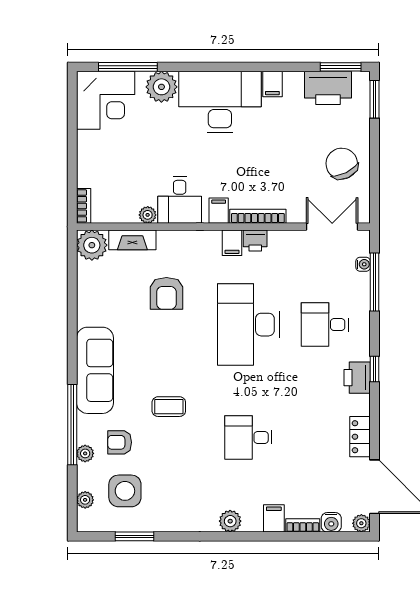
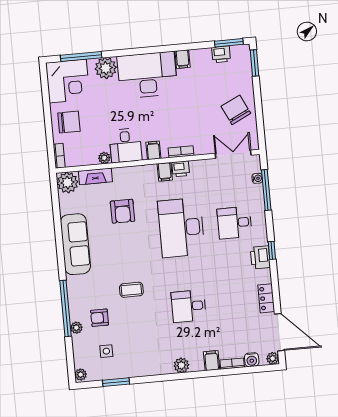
printer: (328, 88) -> (221, 54), width x0.53, depth x0.68
chair: (102, 159) -> (69, 122), added
bookcase: (258, 216) -> (181, 152), width x0.64
sofa: (95, 370) -> (75, 244), moved
side table: (125, 491) -> (106, 351), width x0.54, depth x0.54
plant: (85, 500) -> (81, 375), moved

